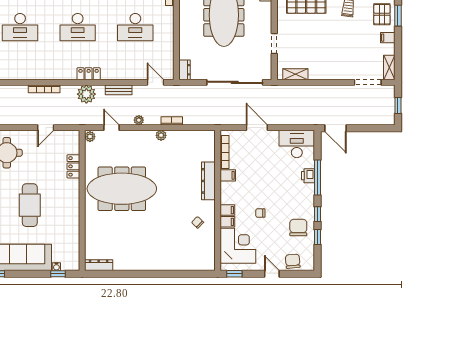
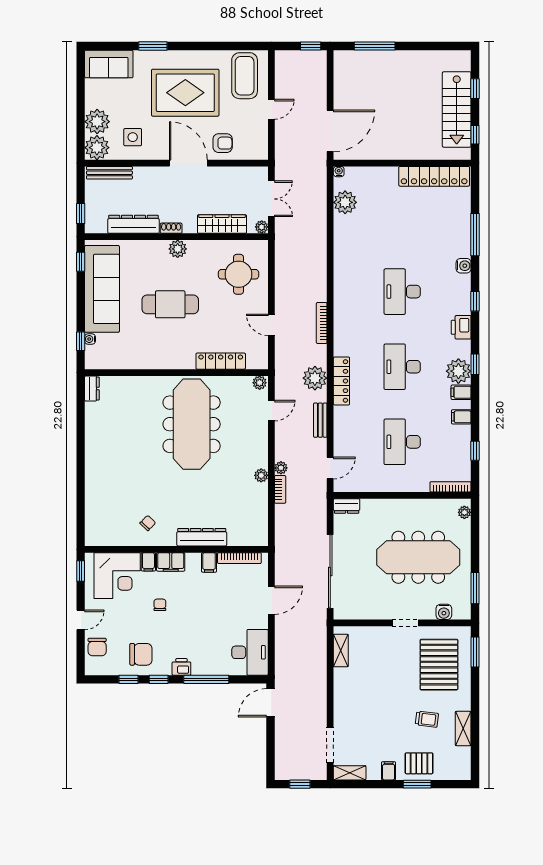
doorway: (274, 44) -> (405, 623), moved
locker: (89, 74) -> (341, 381), width x1.53
plant: (139, 120) -> (281, 468), moved
locker: (73, 166) -> (221, 361), width x1.53
printer: (308, 176) -> (181, 667), moved
filing cabinet: (227, 210) -> (171, 562), width x2.00
chair: (293, 261) -> (97, 647), turned 95
dresser: (99, 265) -> (92, 389), width x0.70

